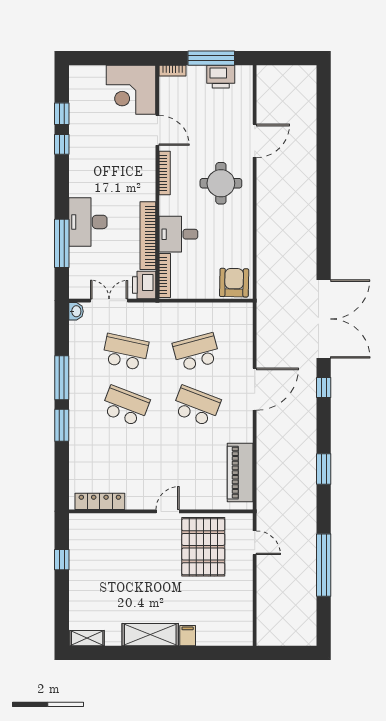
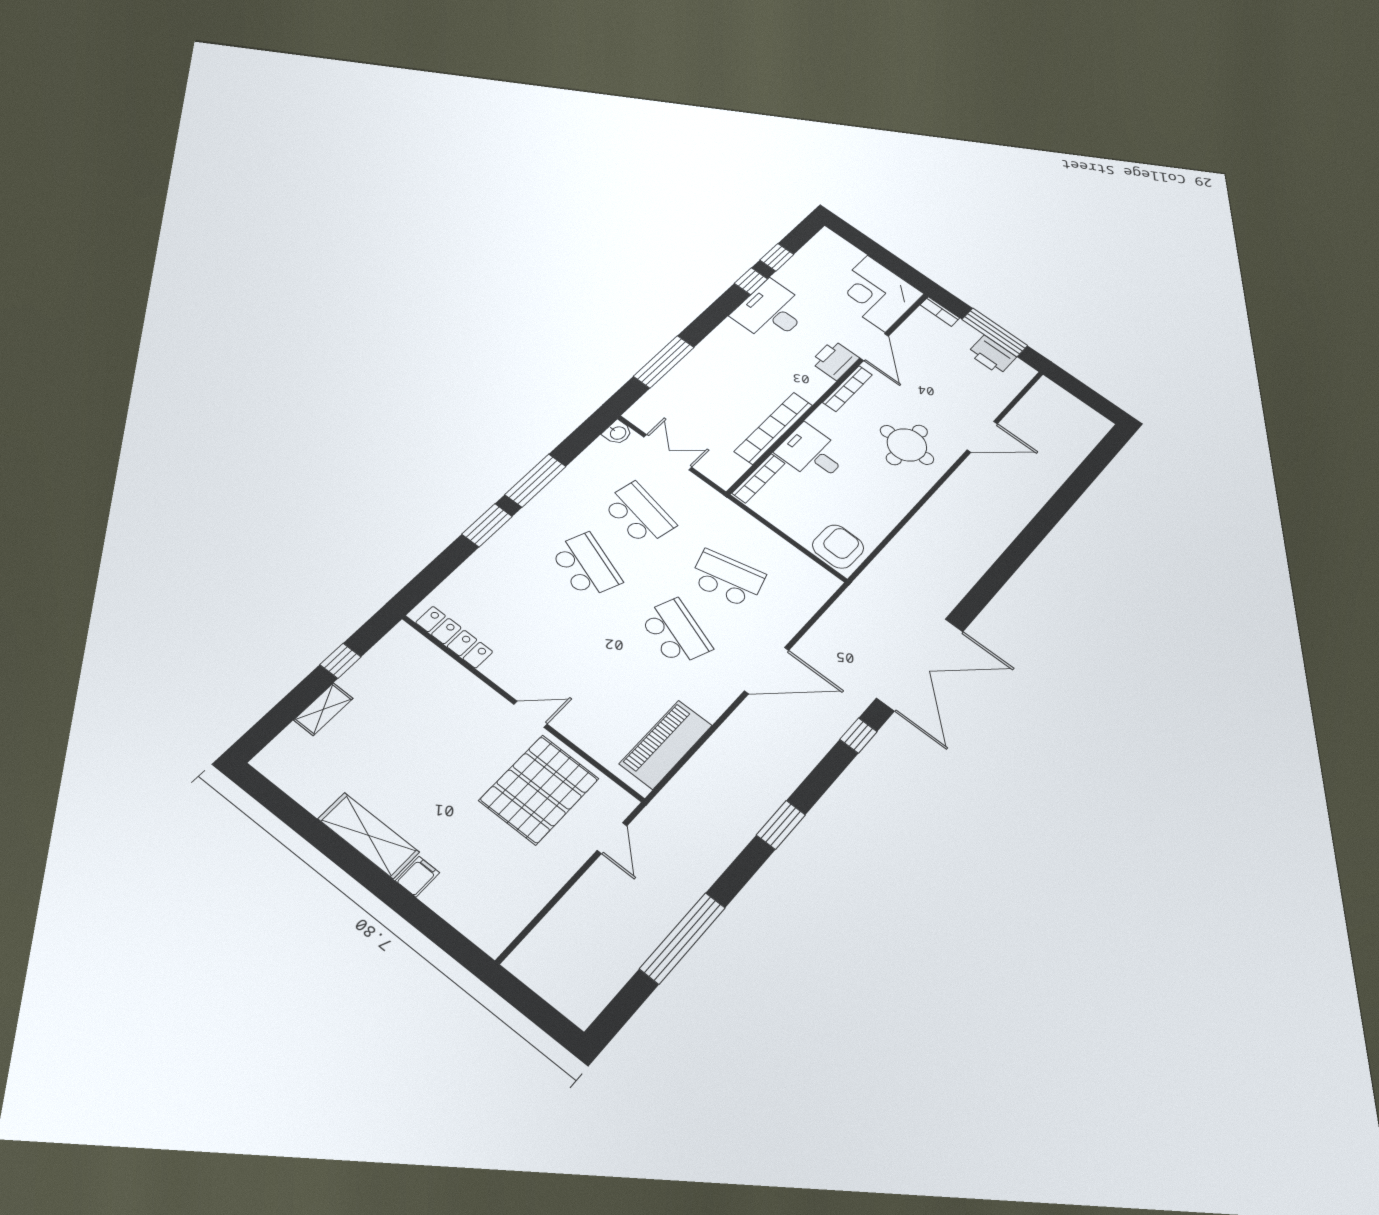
desk: (88, 222) -> (771, 312), moved
printer: (144, 285) -> (835, 360), moved
shelving: (87, 638) -> (323, 709), moved, turned 90

